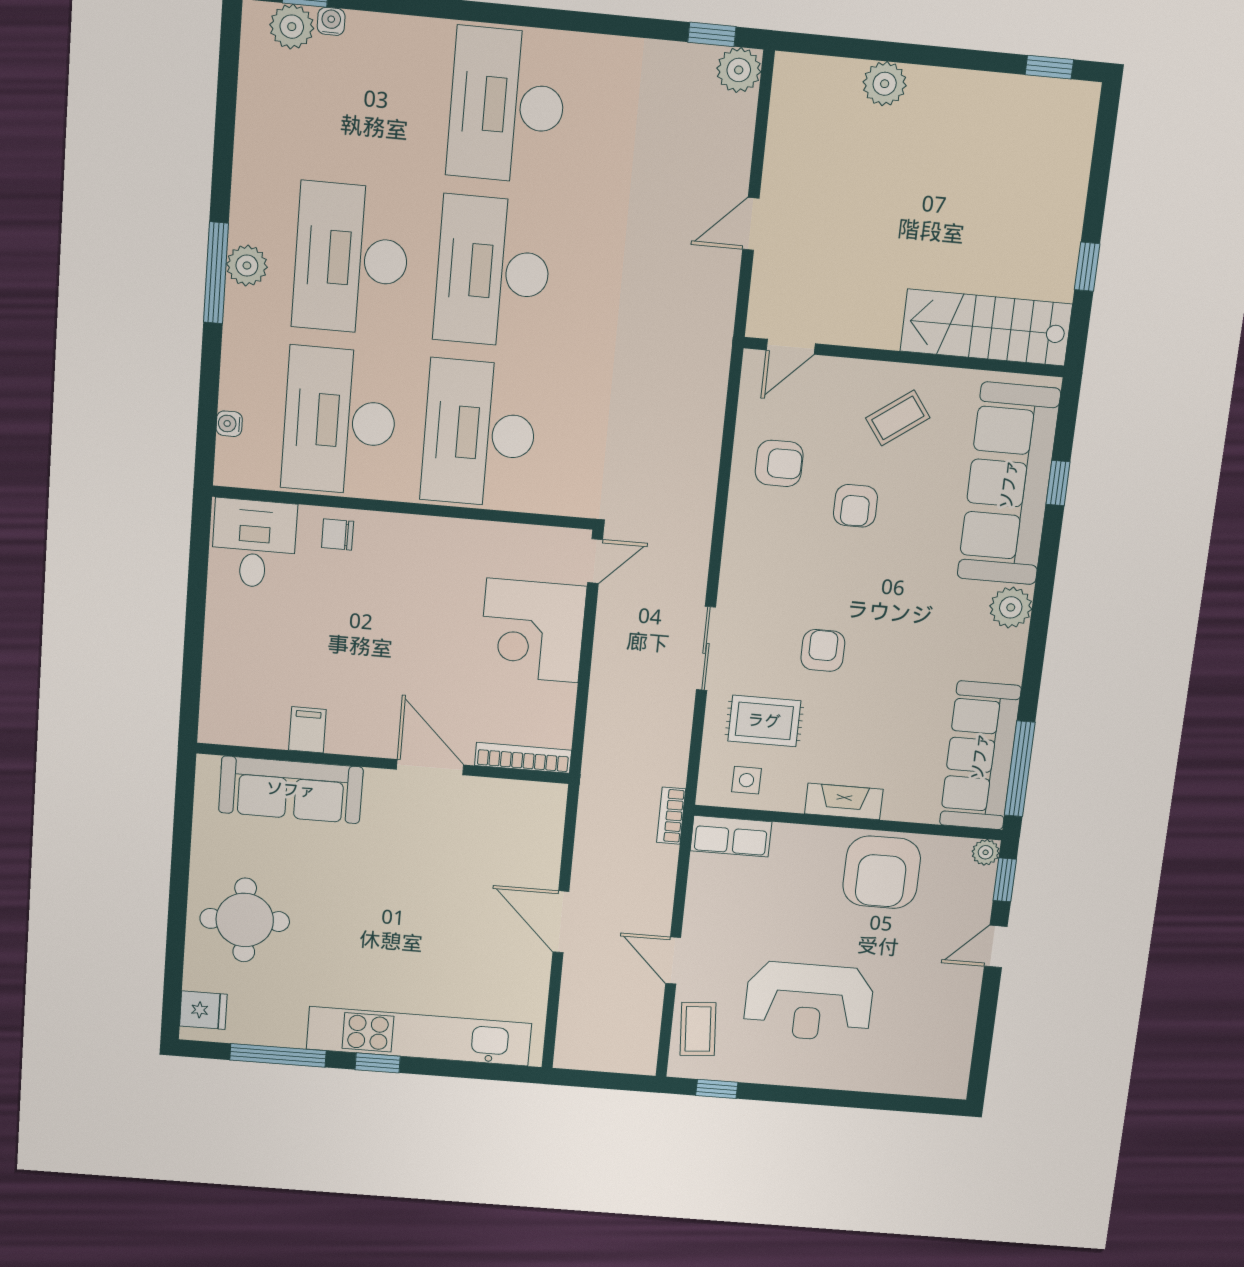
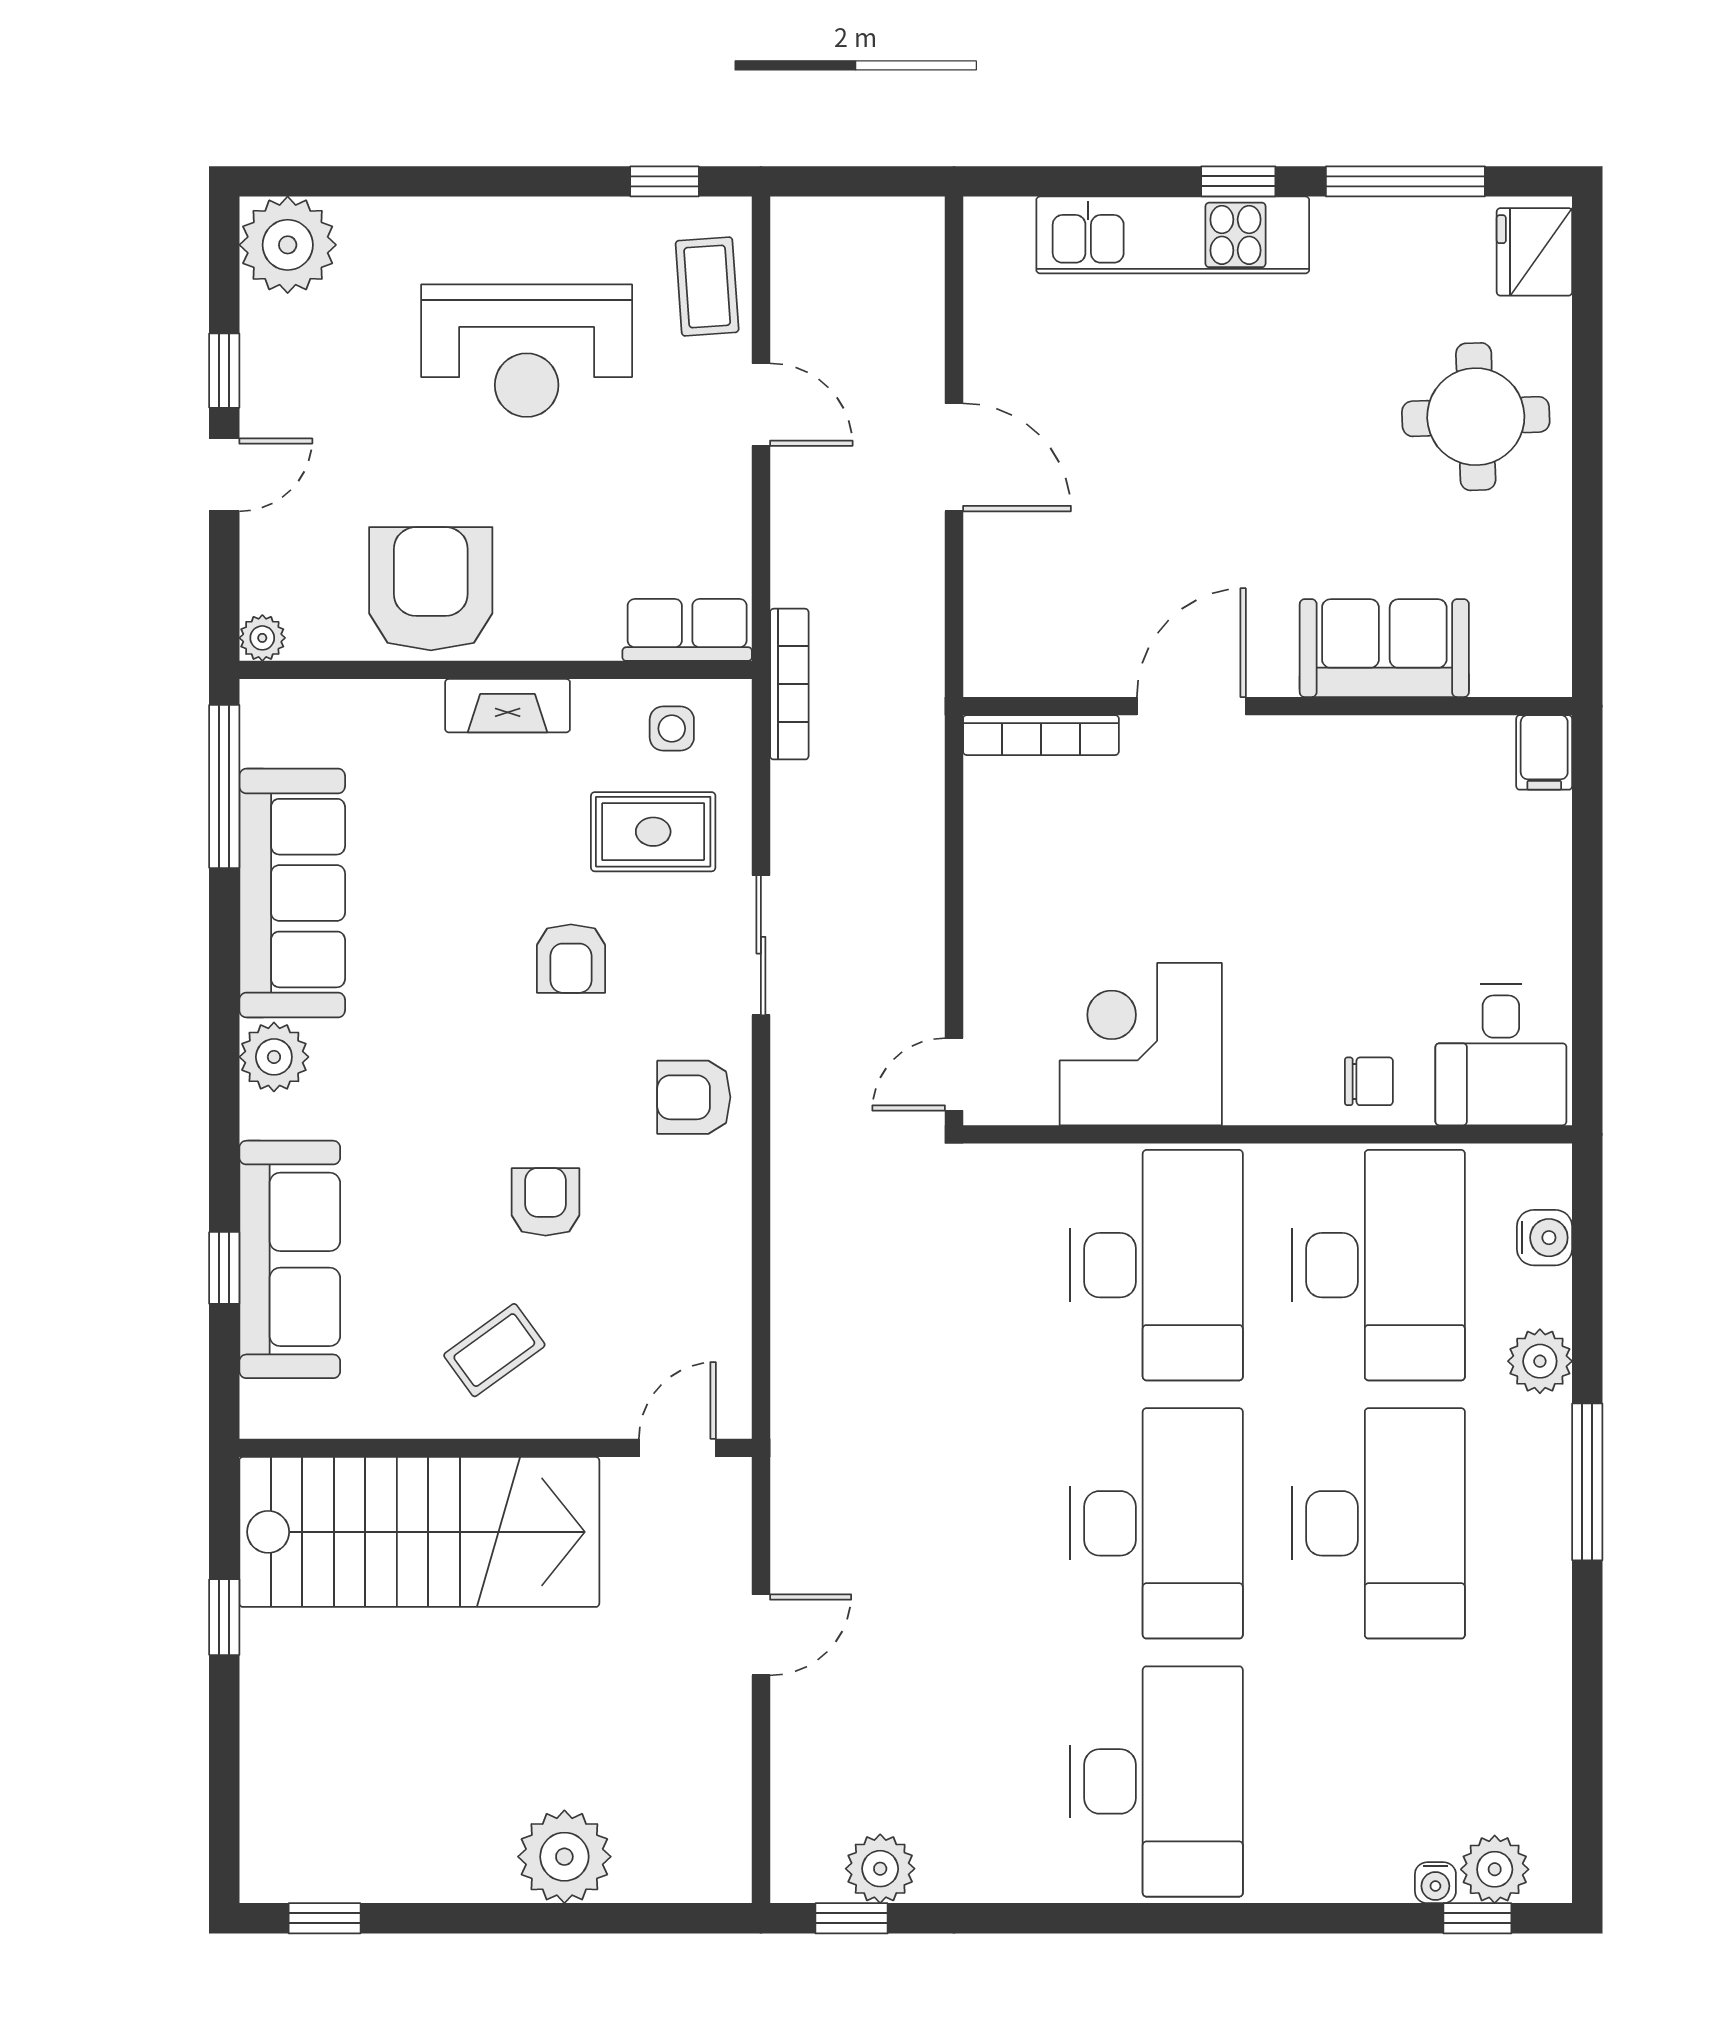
plant: (739, 70) -> (880, 1869), moved
plant: (885, 84) -> (564, 1857), width x1.36, depth x1.36
plant: (247, 266) -> (1540, 1361), moved
stairs: (986, 328) -> (419, 1532), width x1.36, depth x1.51
water cooler: (229, 424) -> (1544, 1238), width x1.38, depth x1.38
armchair: (779, 463) -> (694, 1097), moved
sofa: (1009, 484) -> (290, 1259), width x0.74, depth x0.79
corner desk: (533, 630) -> (1141, 1044), moved, turned -90
filing cabinet: (307, 730) -> (1544, 752), moved
sofa: (980, 756) -> (292, 893), moved
door: (430, 767) -> (1191, 706), swing flipped
sofa: (291, 790) -> (1384, 648), width x0.73
bookcase: (671, 816) -> (789, 684), width x1.56
window: (1005, 880) -> (224, 371), moved
reception desk: (809, 1002) -> (527, 351), turned 180
fridge: (203, 1010) -> (1534, 252), width x1.38
kitchen unit: (419, 1036) -> (1173, 235), width x0.73
plant: (942, 1071) -> (288, 245), added

